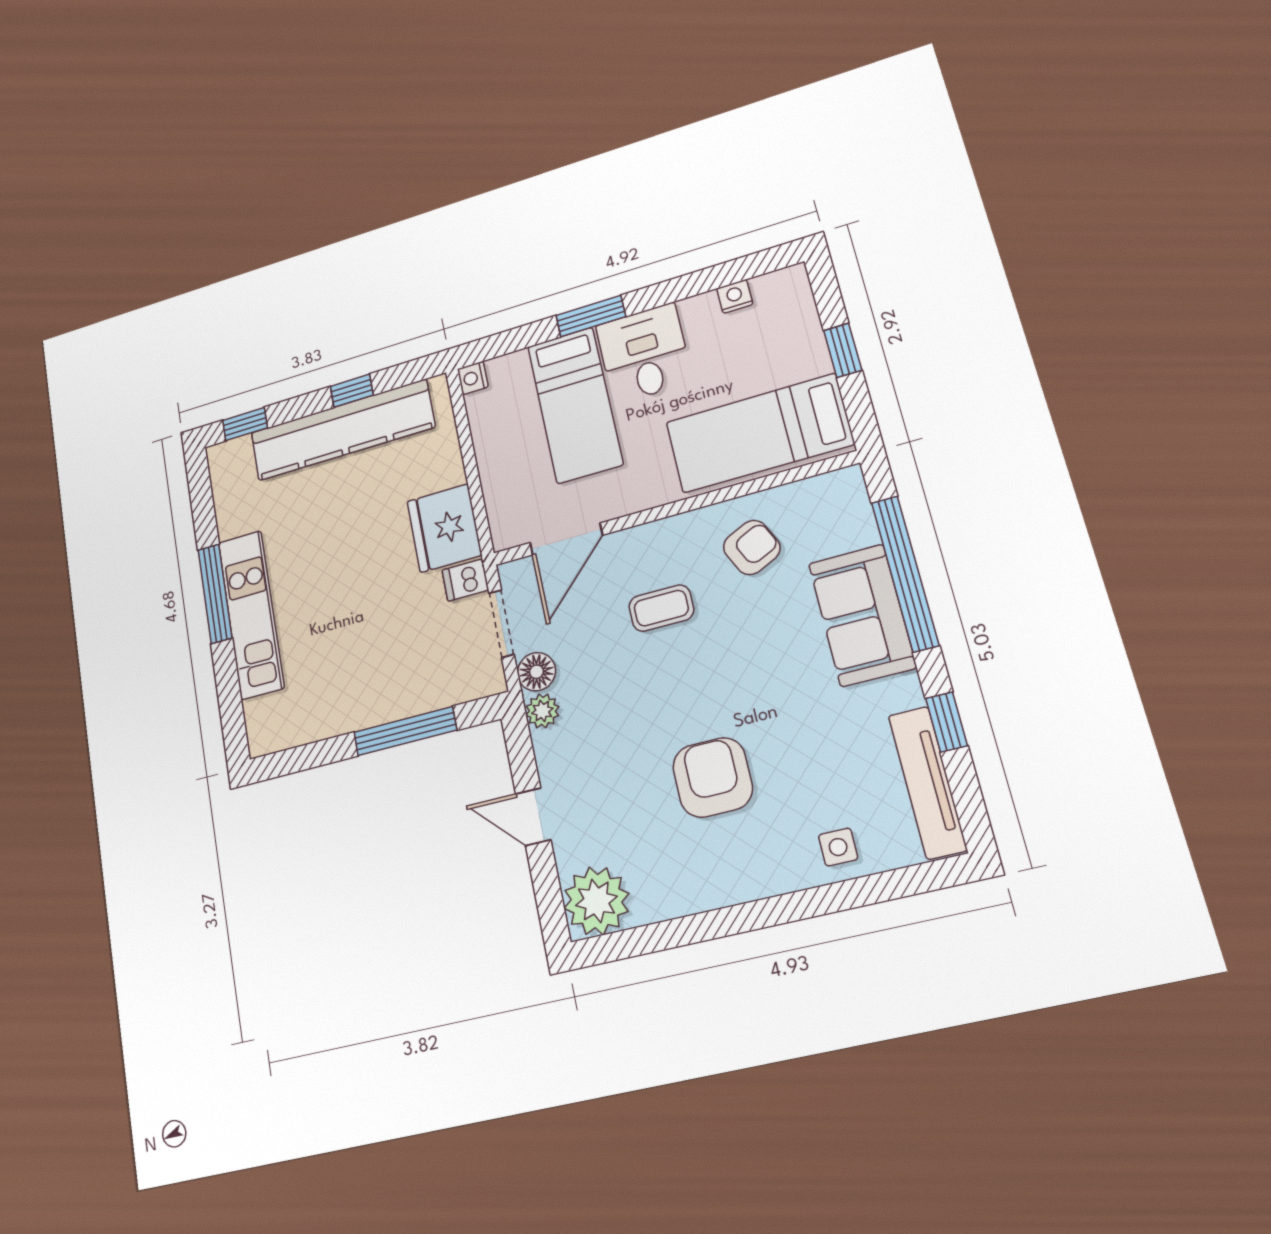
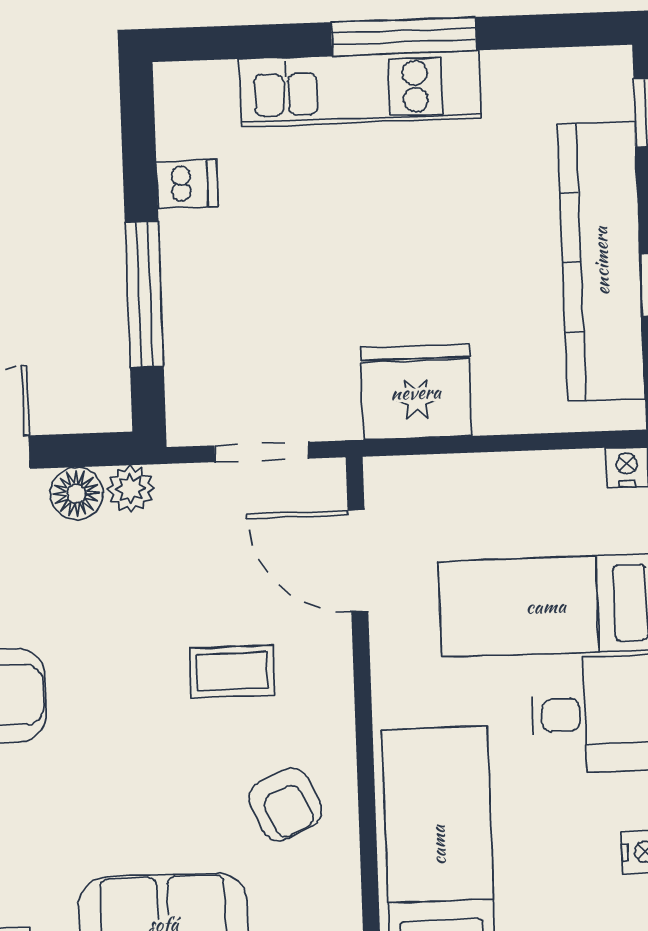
dishwasher: (465, 580) -> (187, 184), moved, turned 90
coffee table: (661, 608) -> (232, 672), turned 90
floor lamp: (536, 672) -> (77, 494), moved

